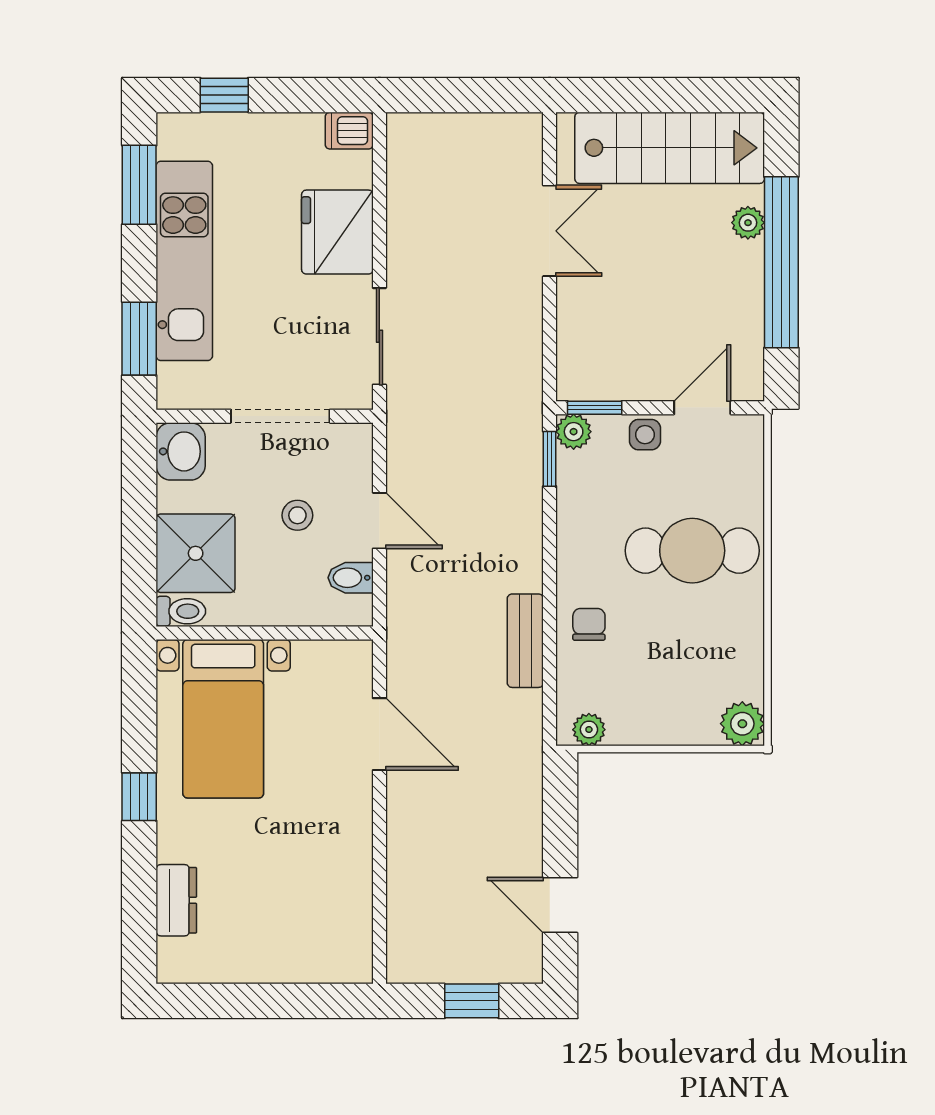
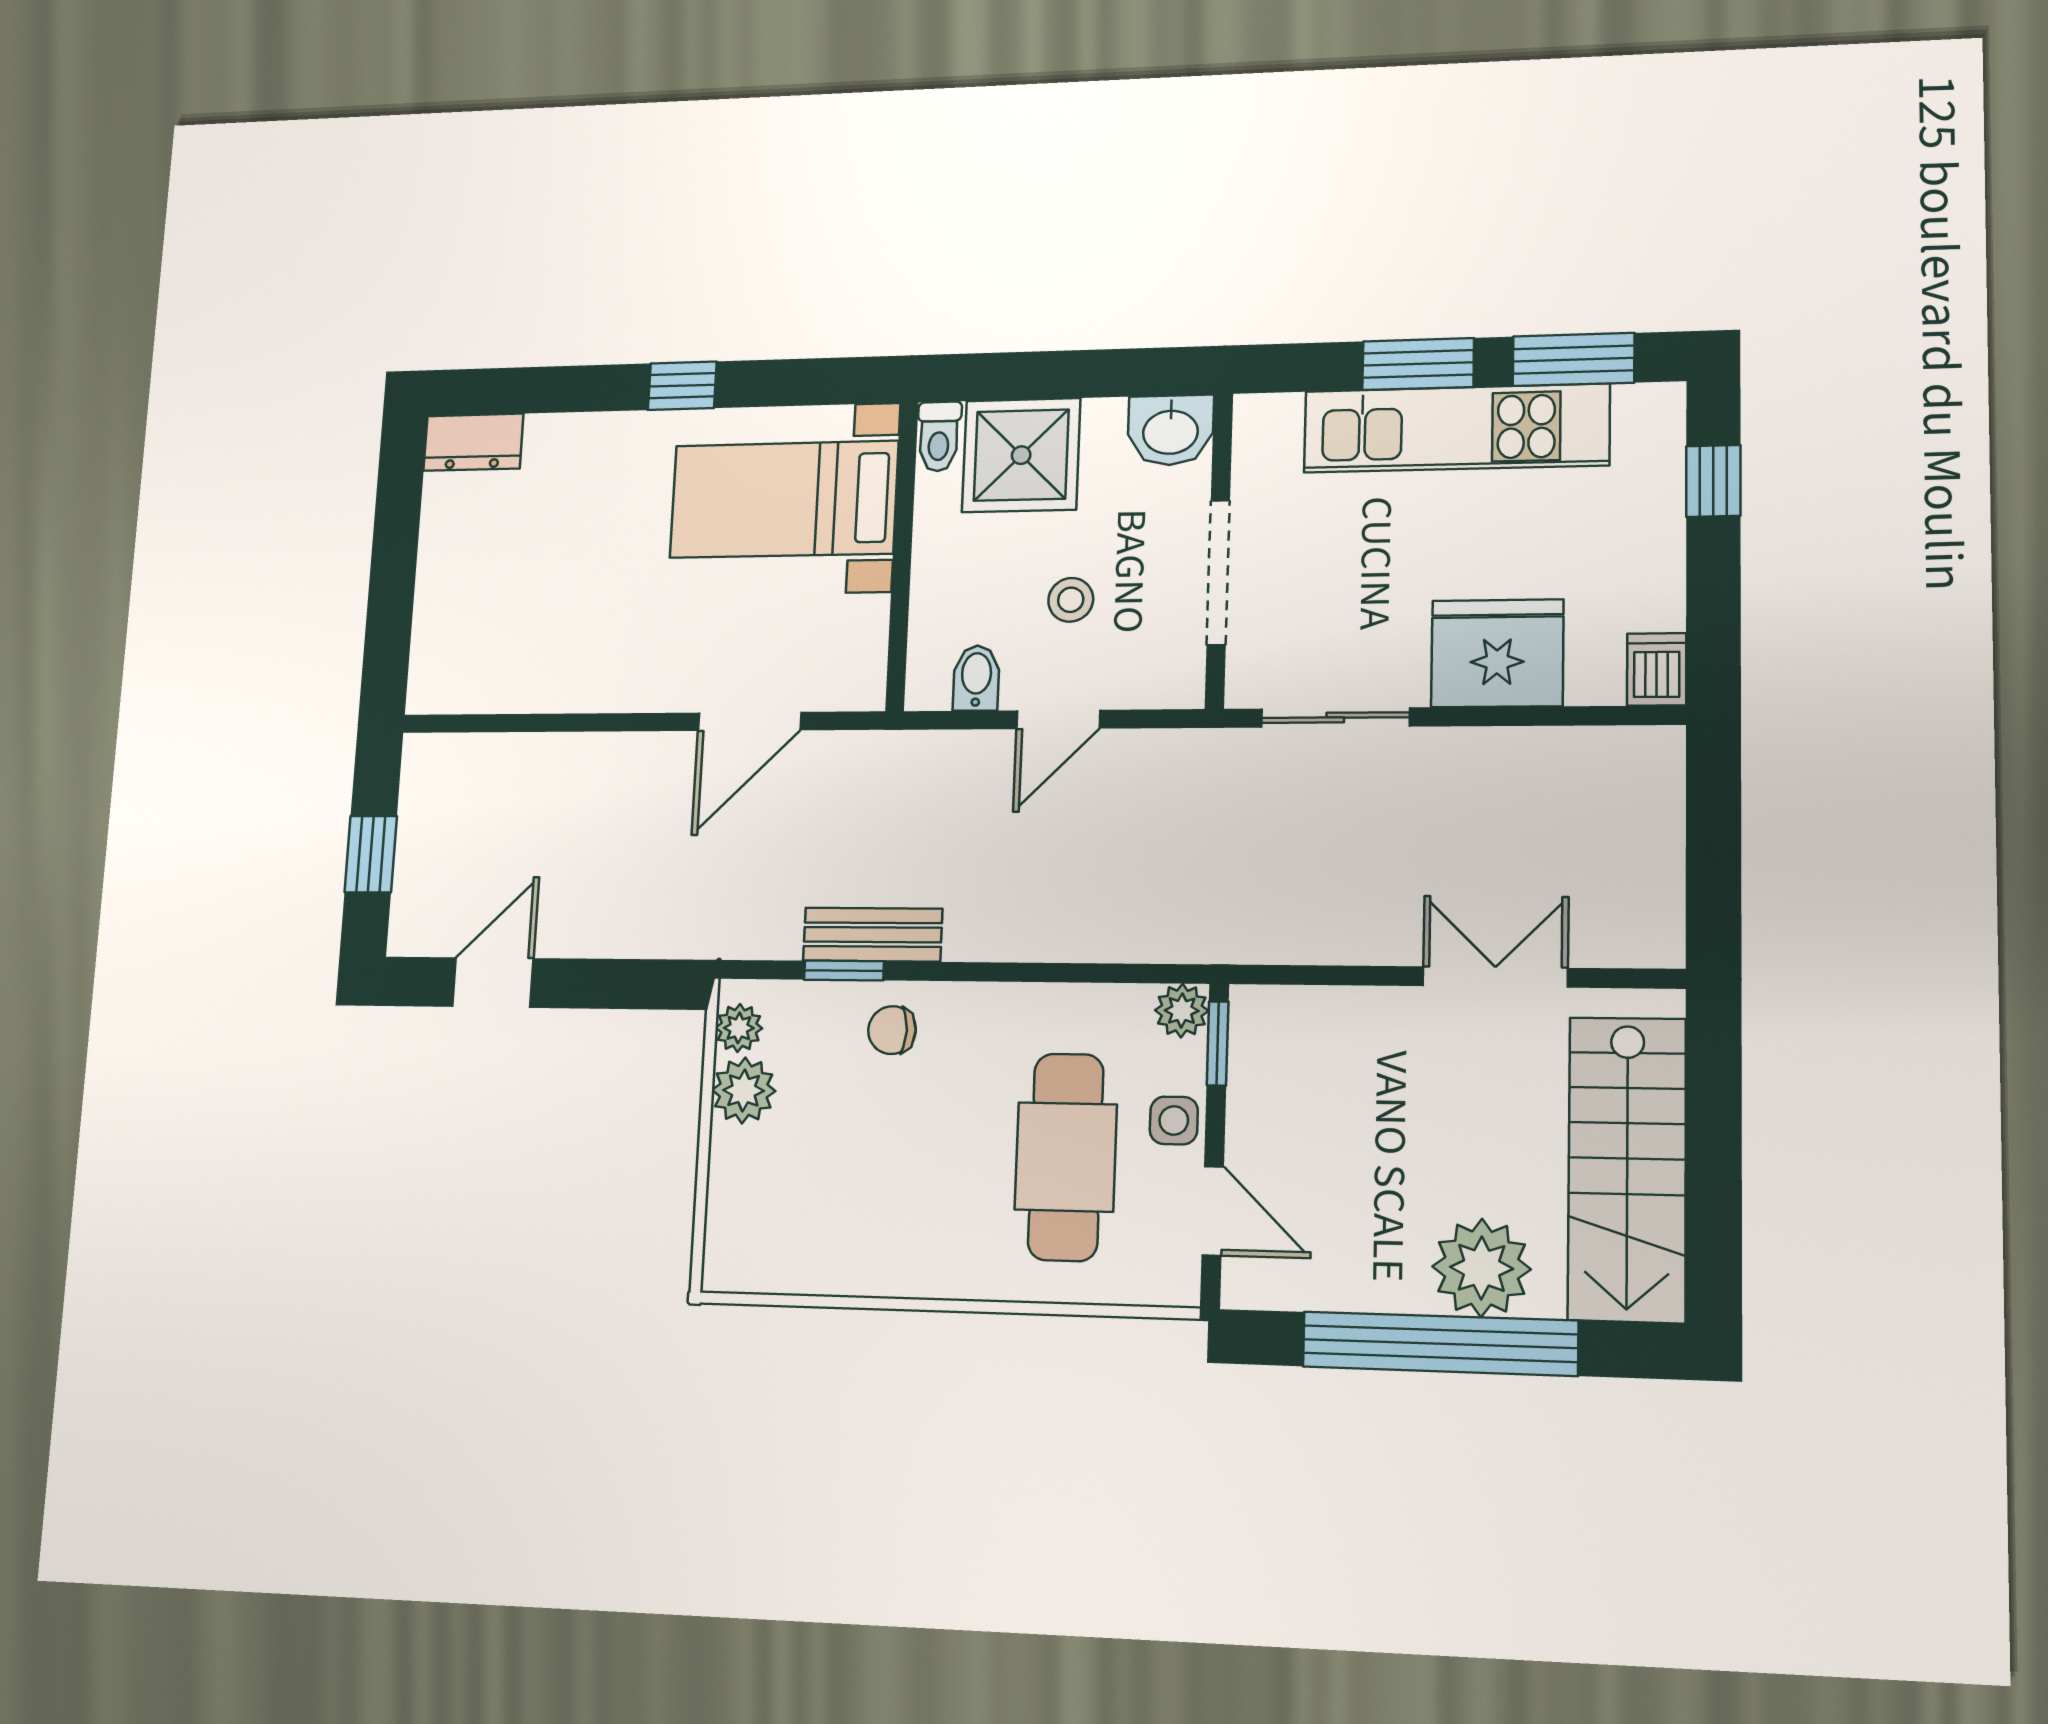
plant: (748, 223) -> (1482, 1268), width x1.88, depth x1.88
double door: (550, 231) -> (1495, 977), swing flipped
window: (139, 339) -> (1418, 364), moved
window: (550, 459) -> (844, 971), moved
cafe table: (692, 551) -> (1066, 1157), moved
chair: (589, 624) -> (892, 1030), turned 180
plant: (742, 724) -> (744, 1090), moved
dresser: (176, 900) -> (473, 442), moved

